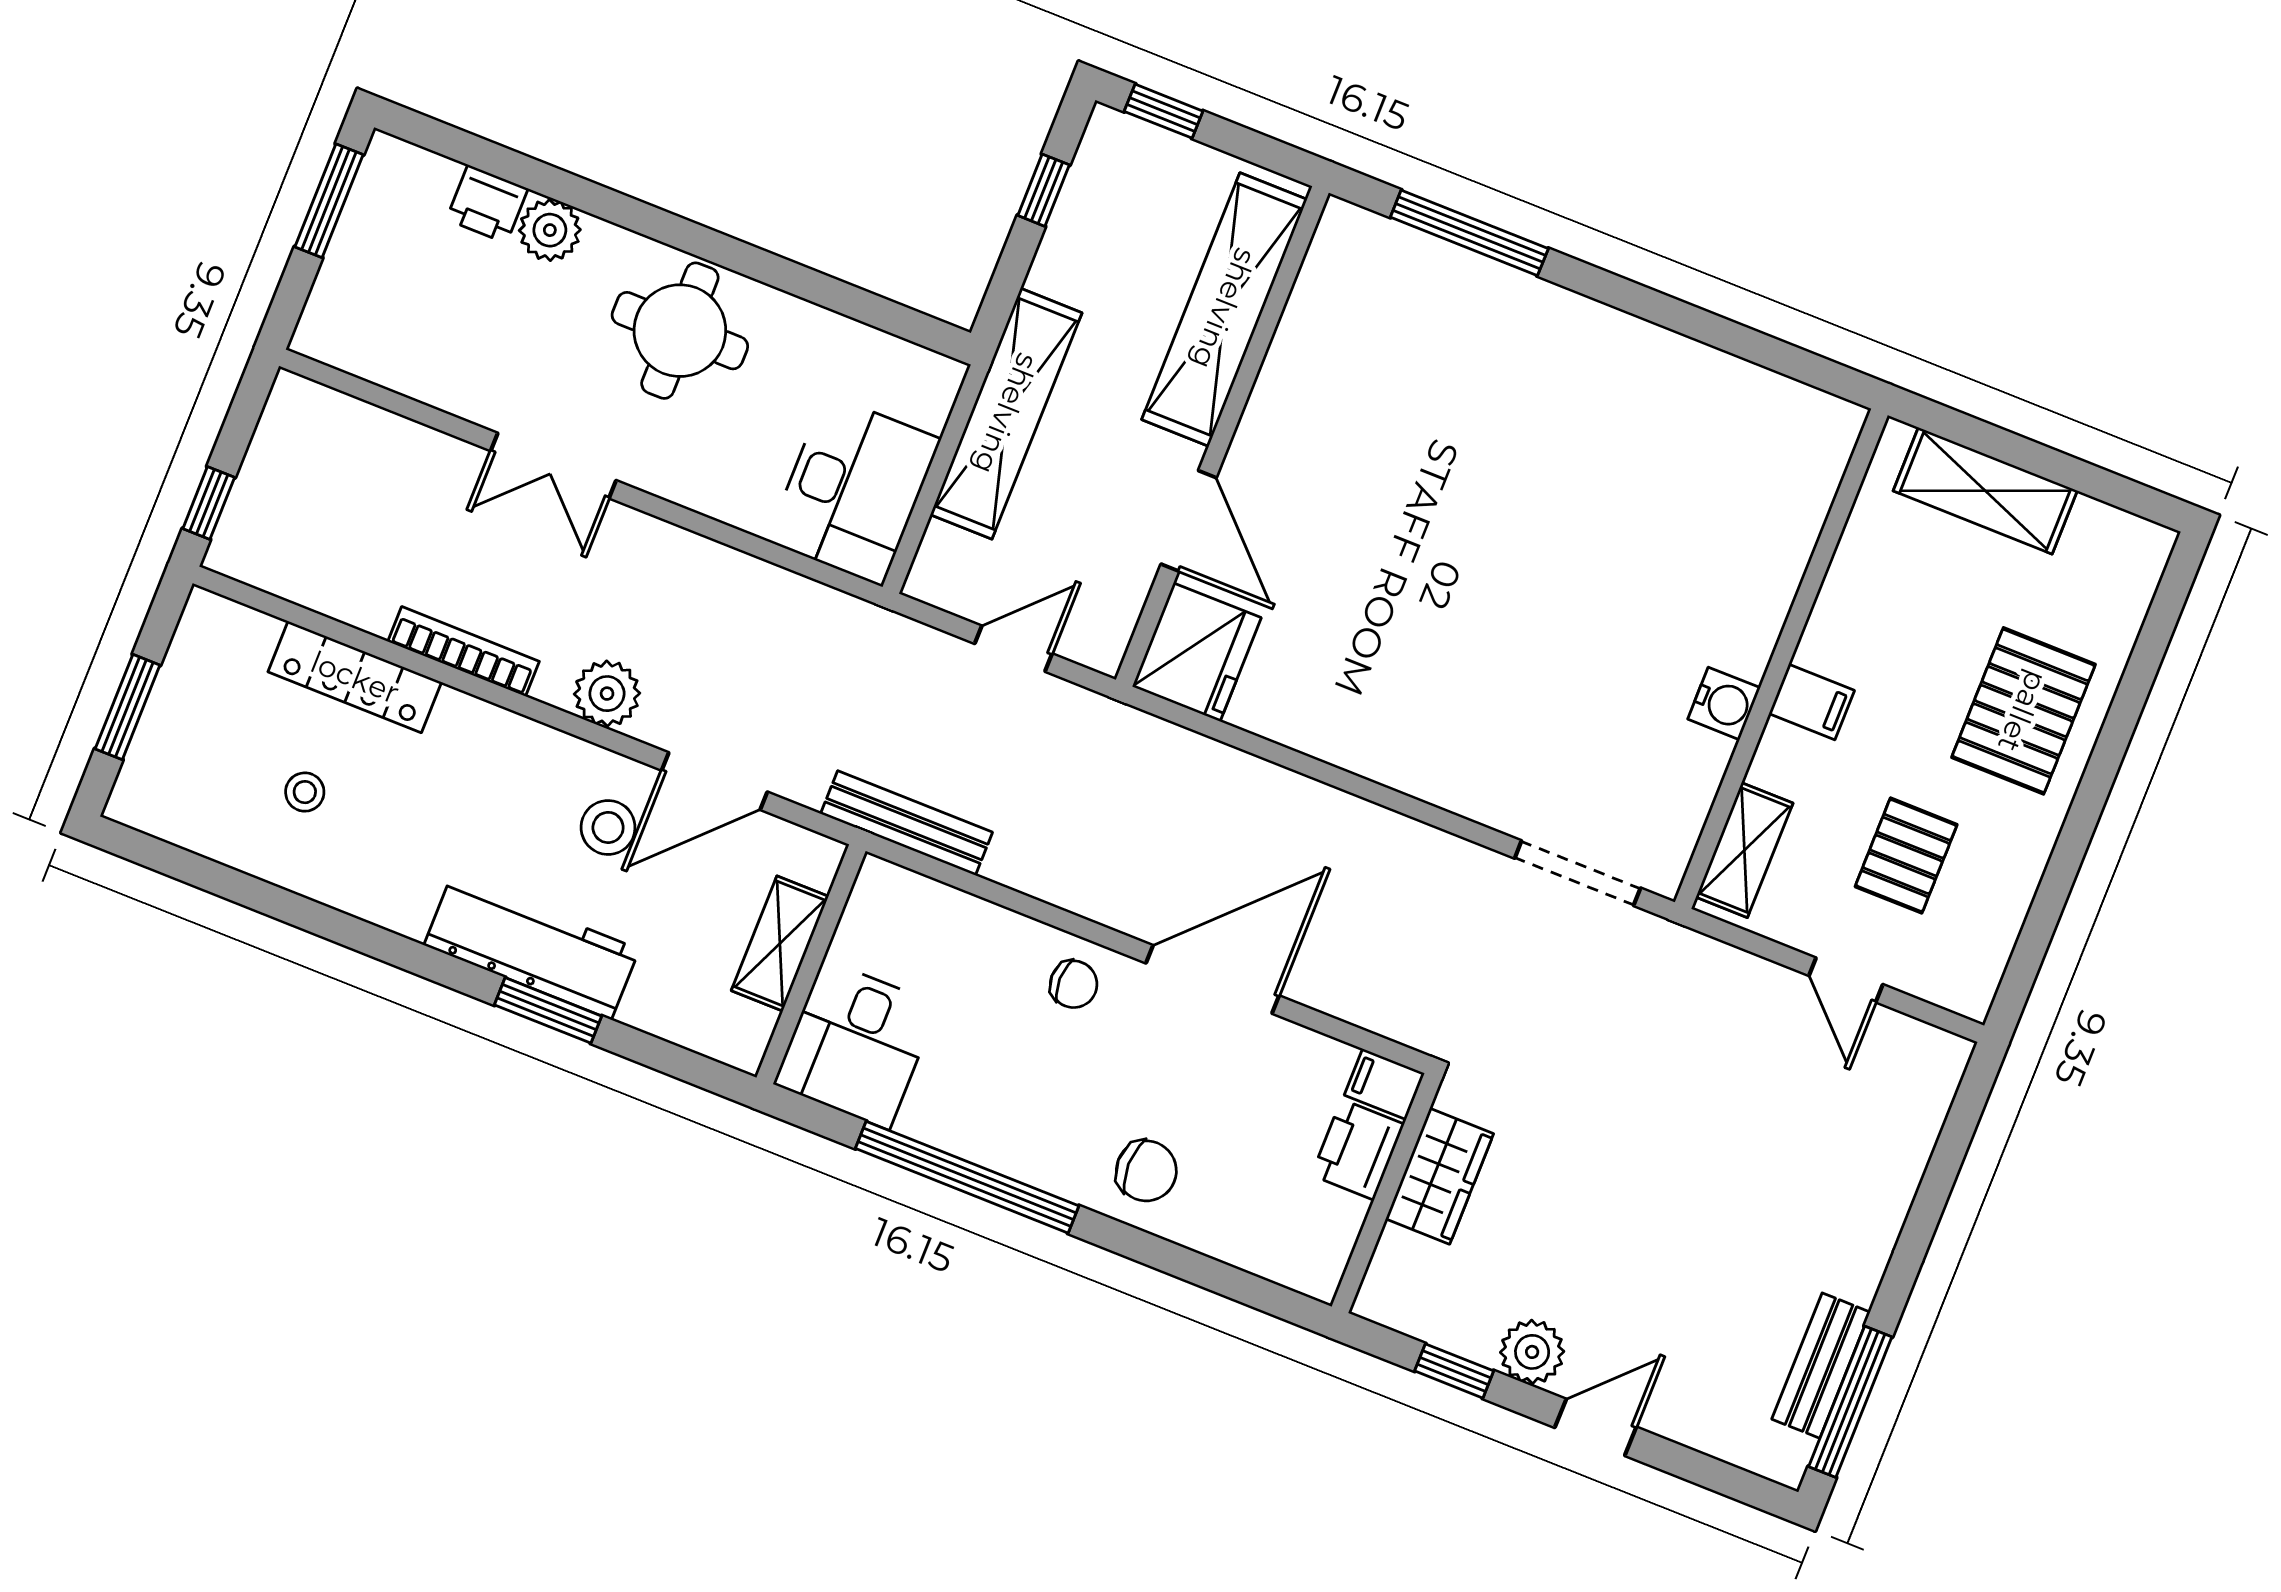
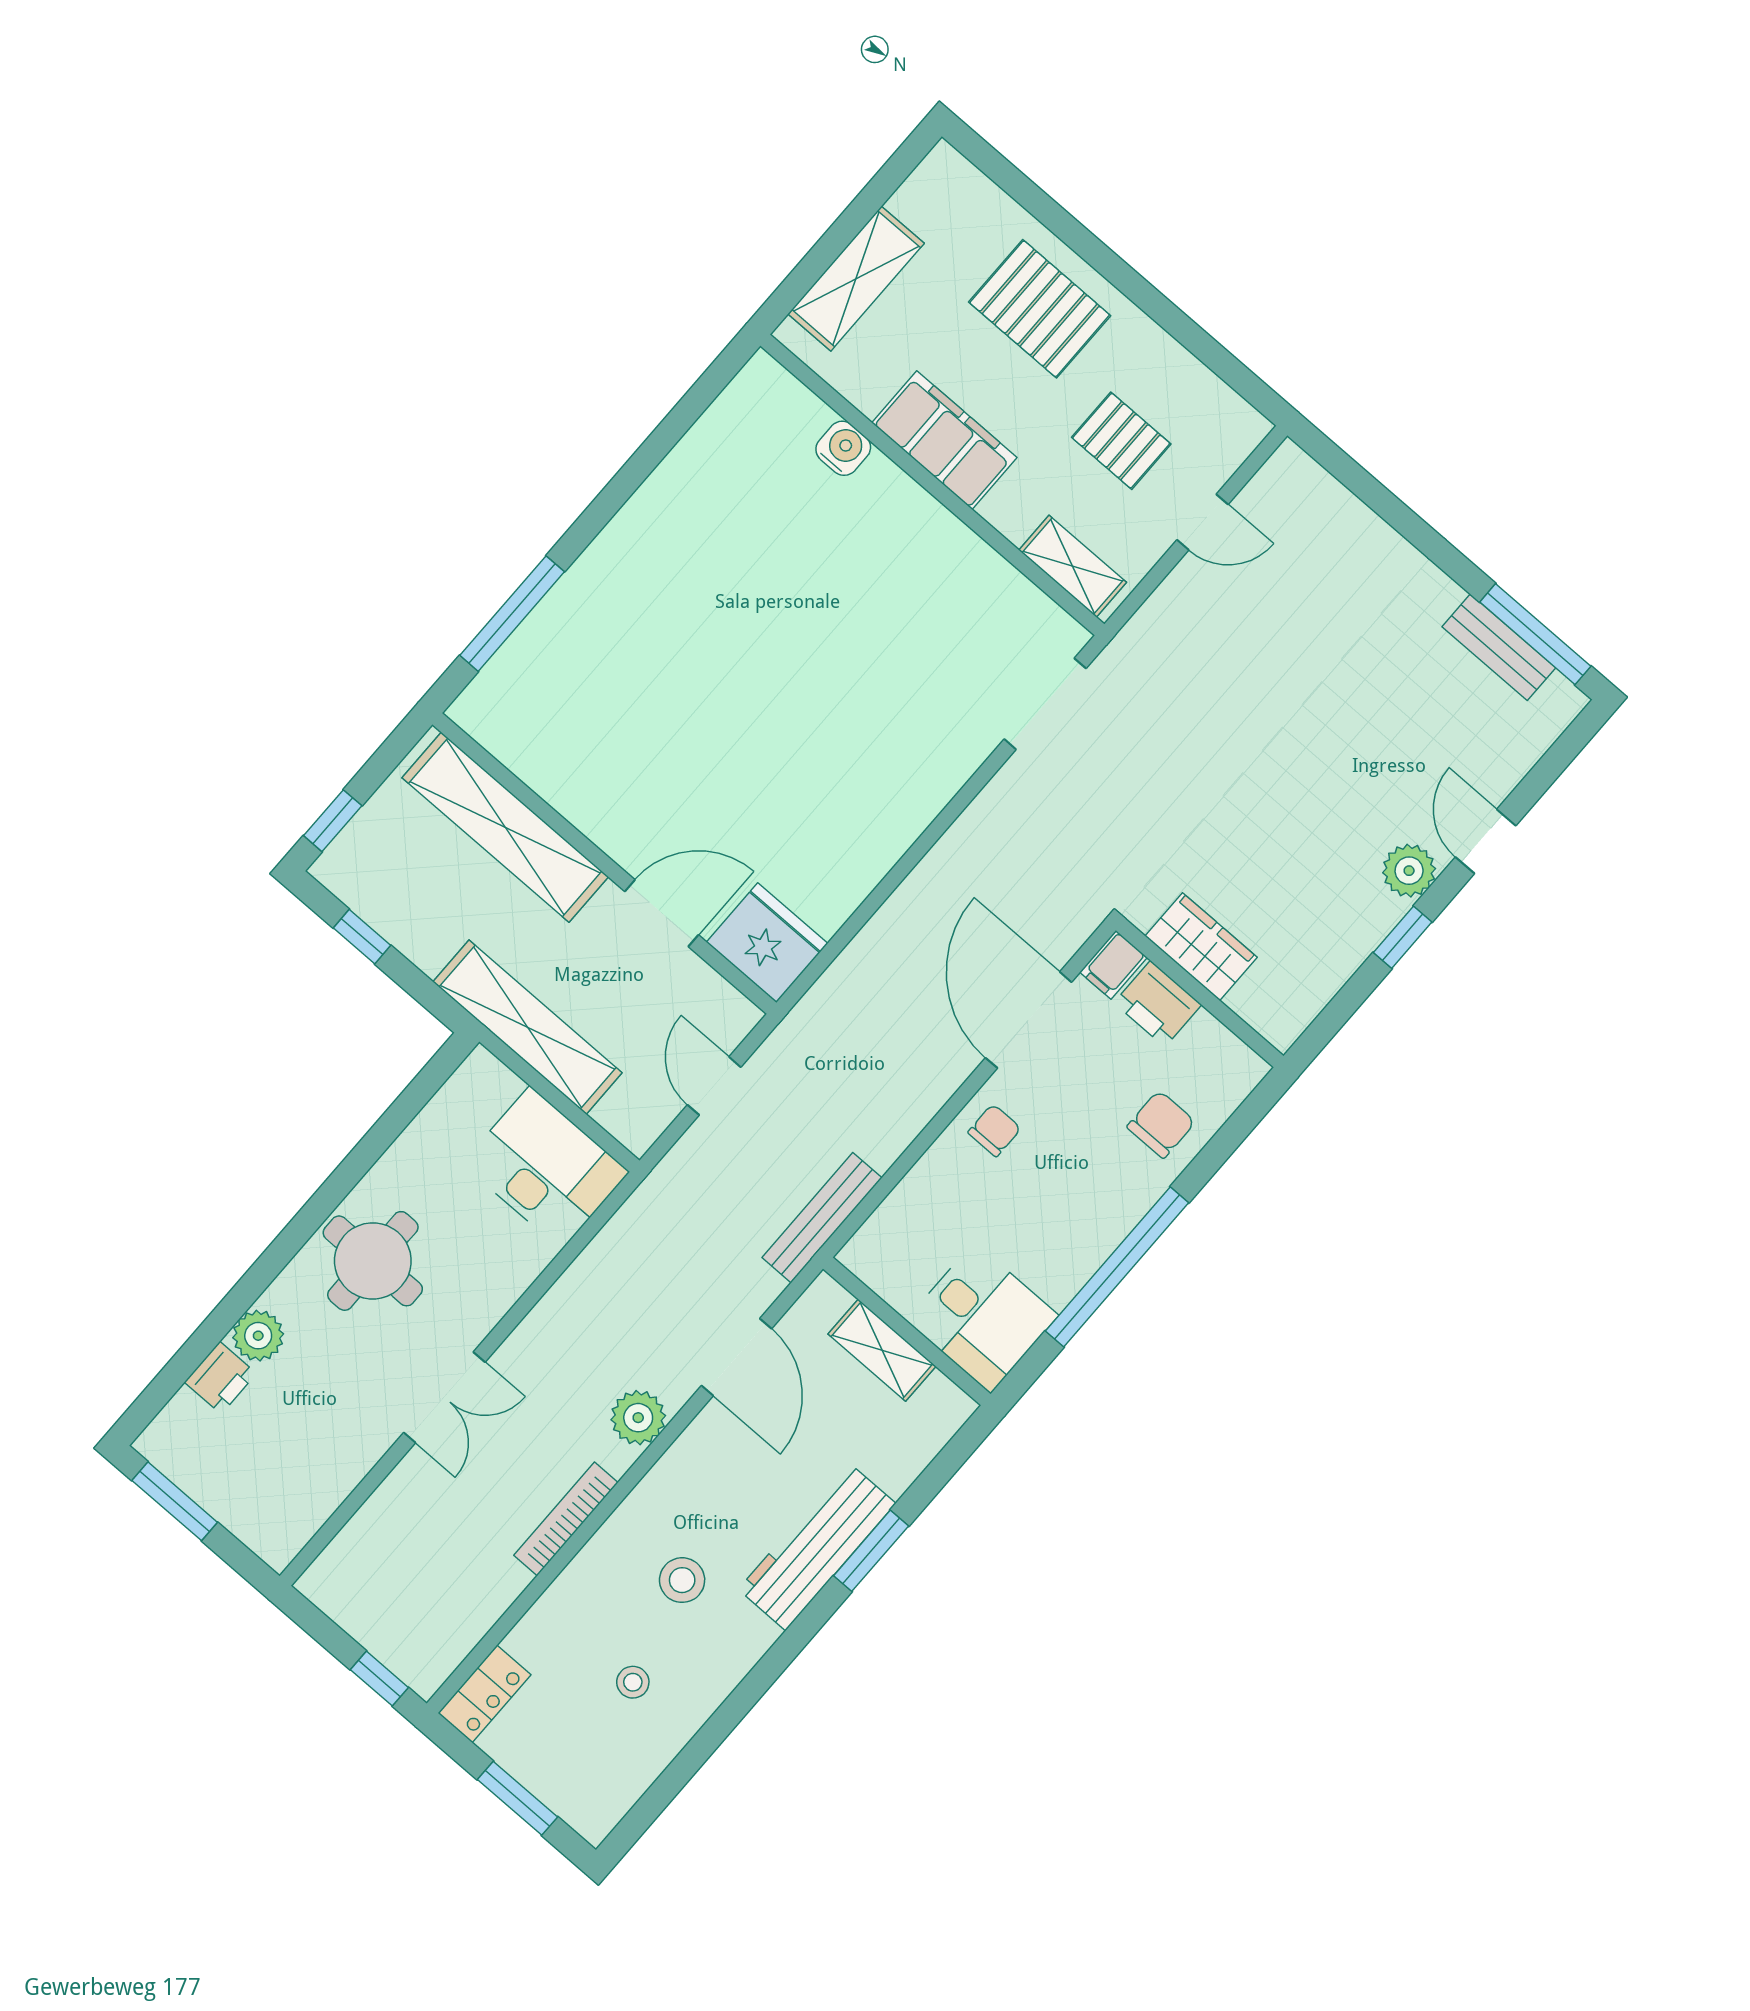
locker: (355, 677) -> (484, 1694), moved, width x0.66
filing cabinet: (1812, 702) -> (944, 440), width x3.00, depth x1.17
water cooler: (1724, 703) -> (843, 448), moved
stool: (608, 827) -> (682, 1580), moved
filing cabinet: (1384, 1084) -> (1113, 965), moved
printer: (1358, 1150) -> (1158, 1004), moved
wardrobe: (1440, 1176) -> (1201, 947), moved
wall: (1386, 1193) -> (1200, 993), moved

